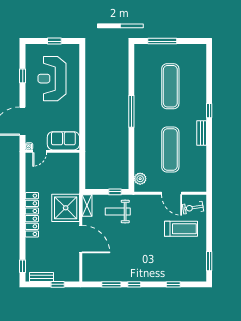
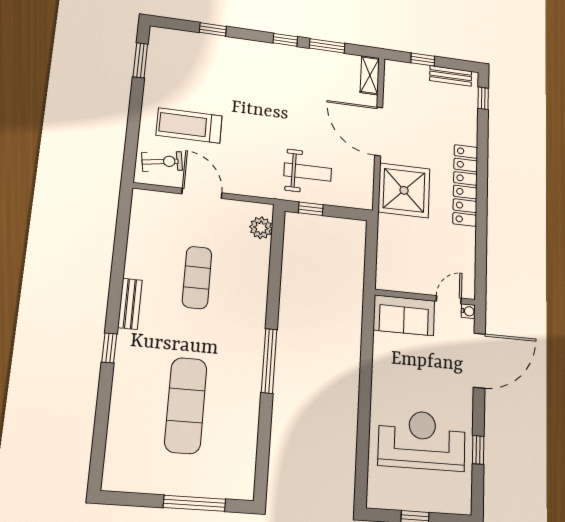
reception desk: (52, 79) -> (422, 440), turned -90
exercise mat: (170, 150) -> (197, 277), width x0.73, depth x0.69
shelving: (87, 206) -> (370, 75), moved

